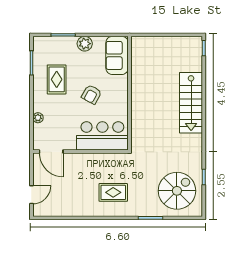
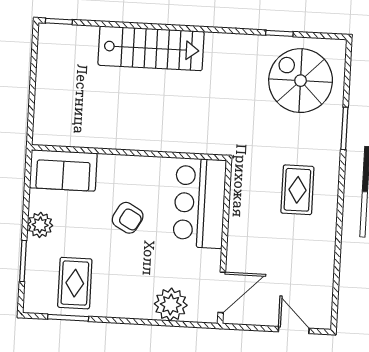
rug: (57, 79) -> (75, 283), moved, turned 90
plant: (38, 118) -> (171, 305), width x1.88, depth x1.88

